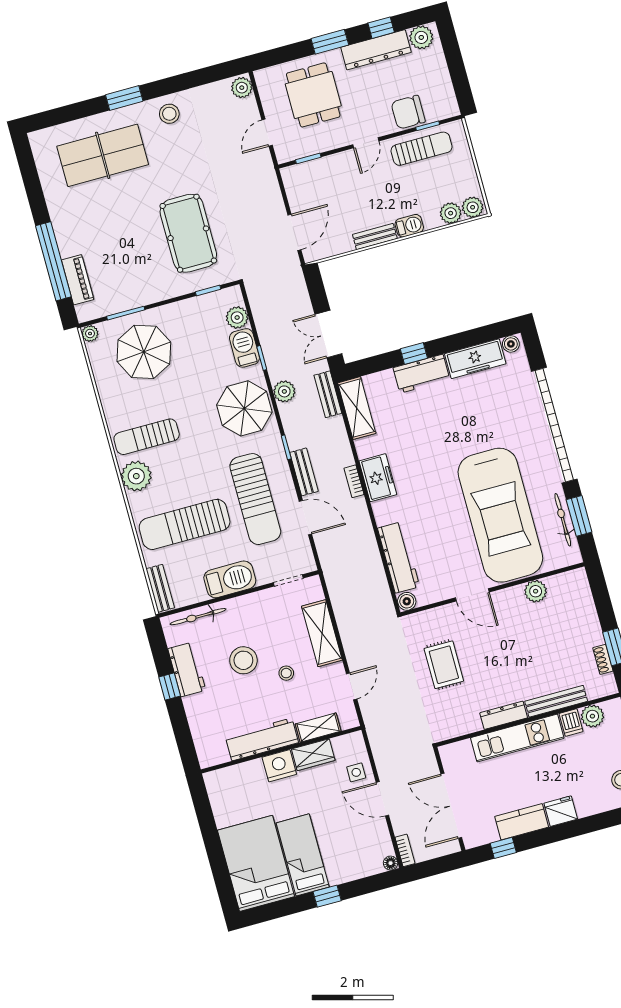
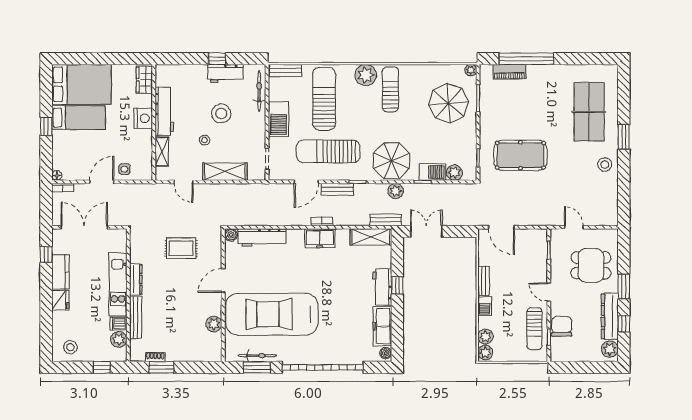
plant: (242, 88) -> (609, 218), removed
wardrobe: (313, 755) -> (144, 80), moved

